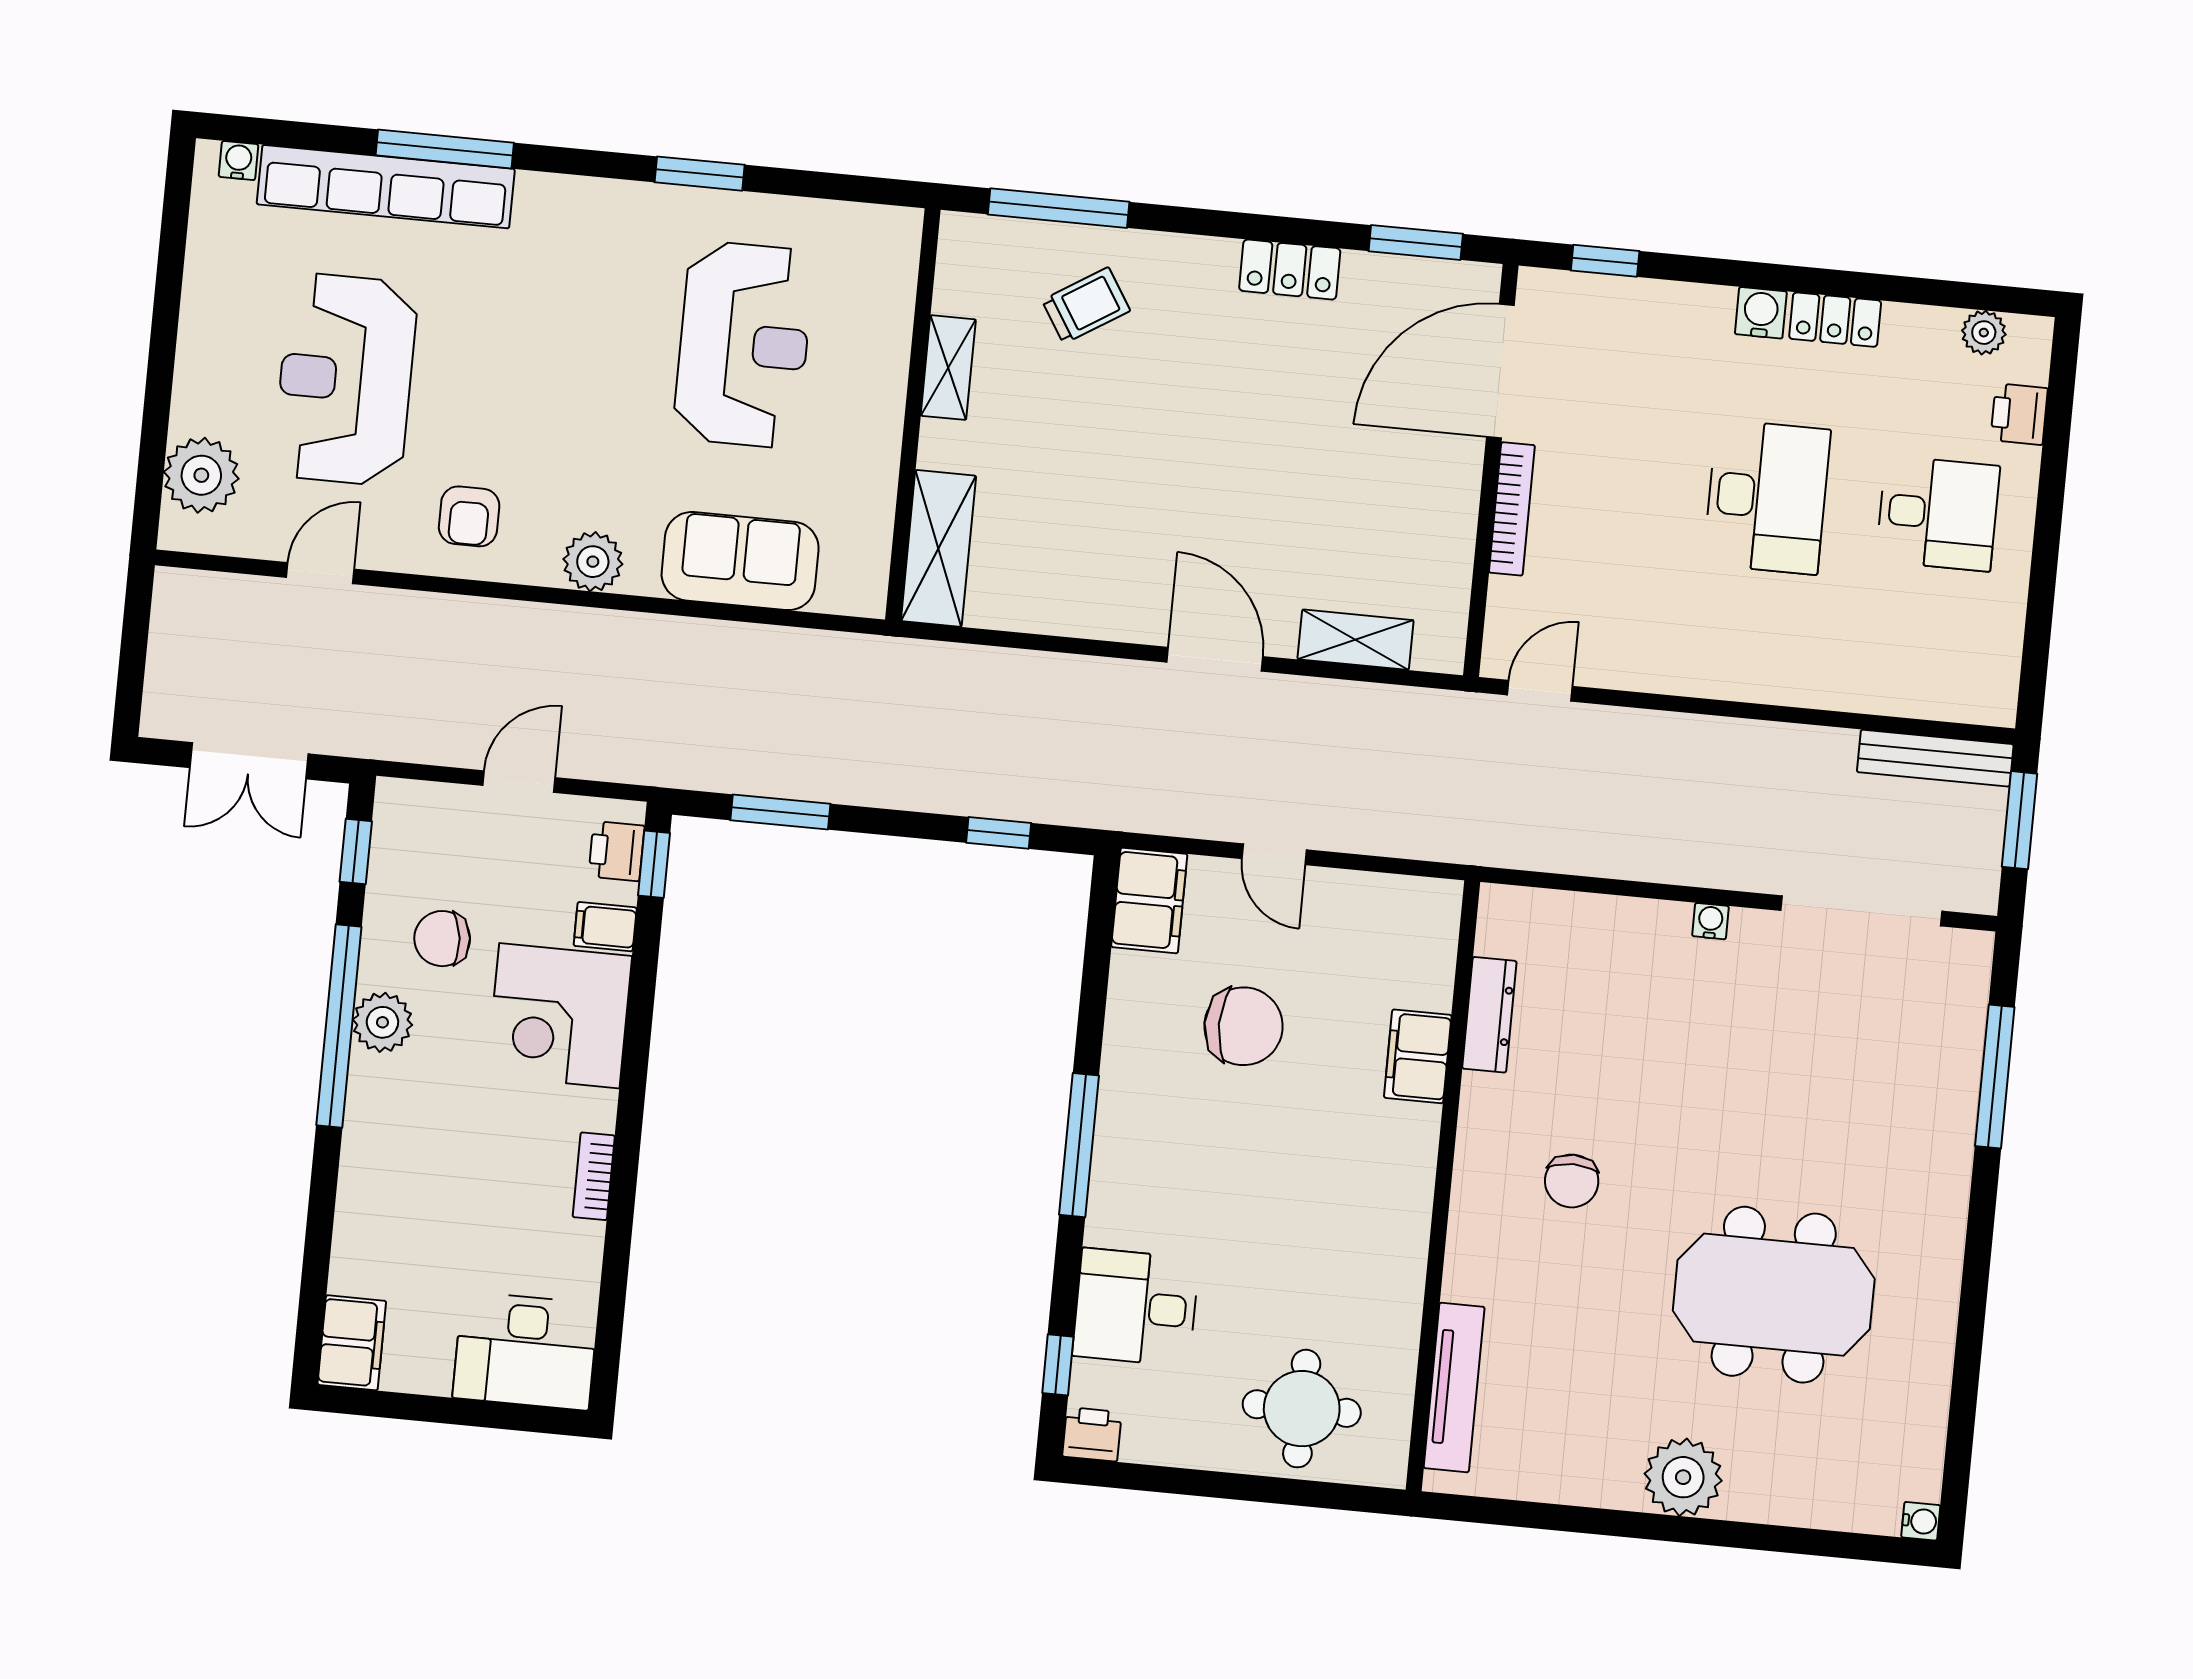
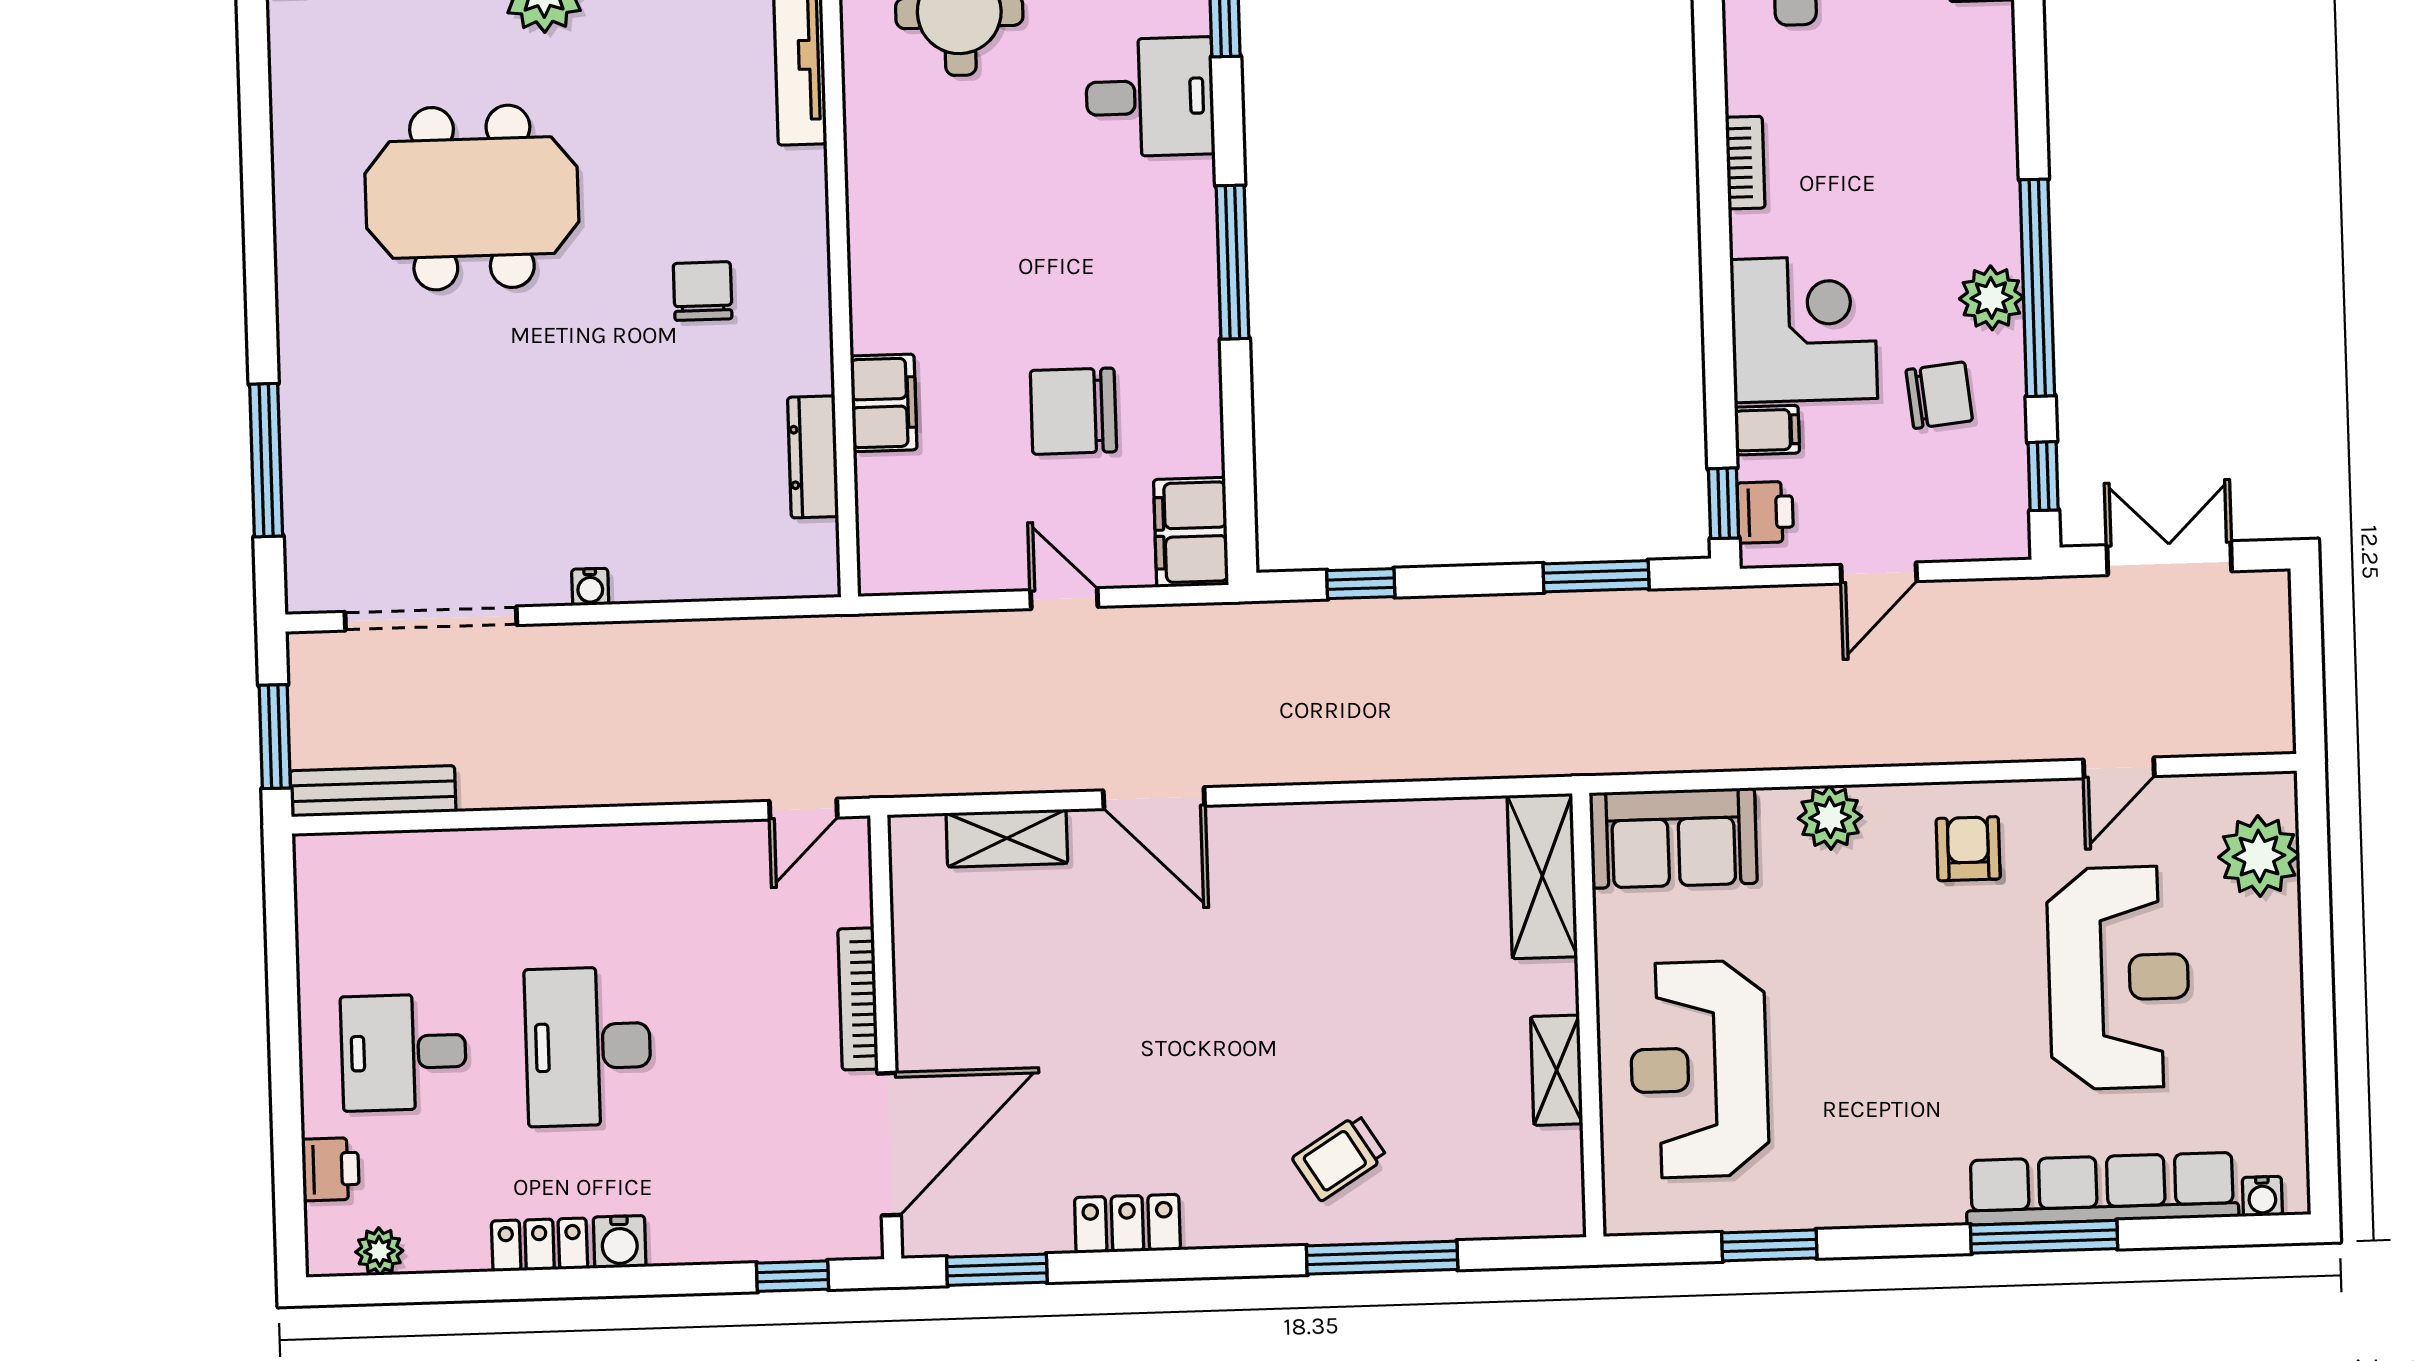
shelving: (948, 368) -> (1557, 1070), moved
wall: (913, 415) -> (1588, 1015), moved
shelving: (938, 548) -> (1542, 876), moved

